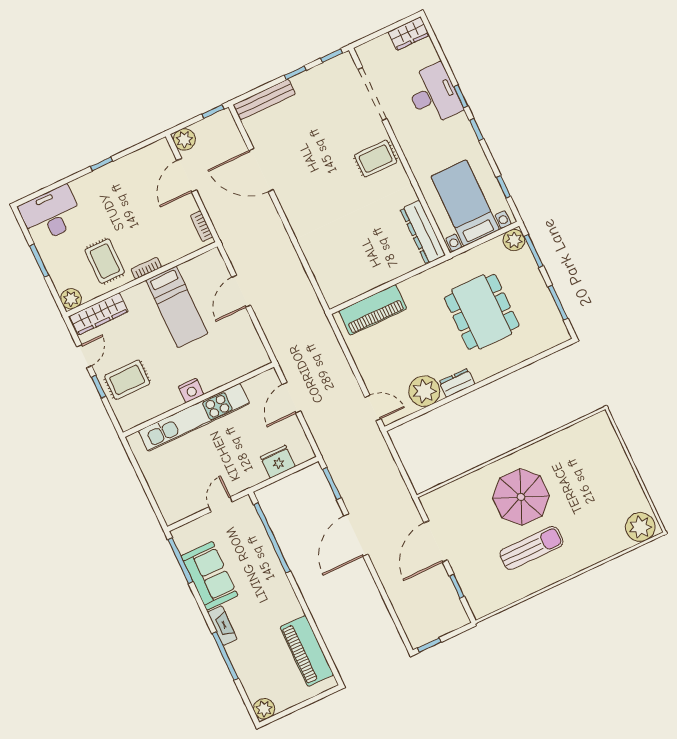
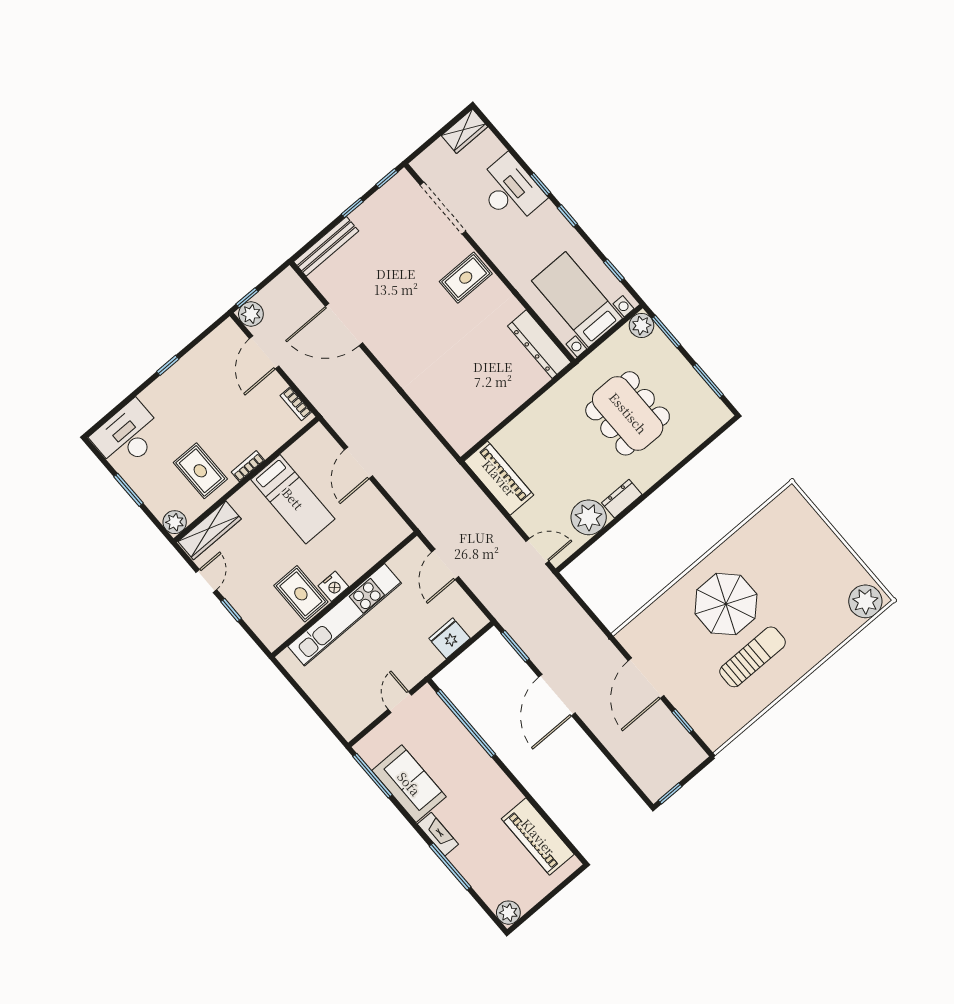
window: (213, 112) -> (247, 298), moved
piano: (373, 310) -> (499, 478), moved, turned -90
rug: (127, 380) -> (301, 594), moved, turned 90

